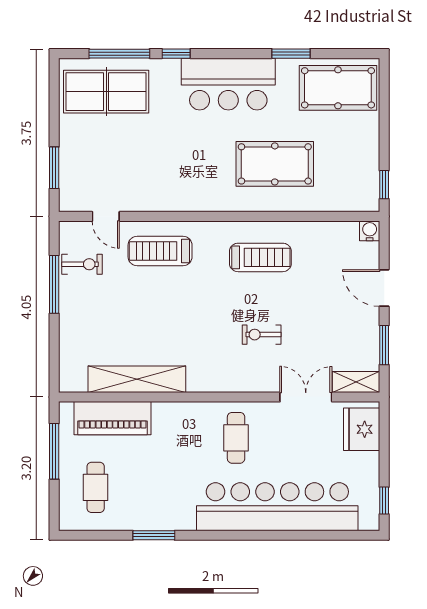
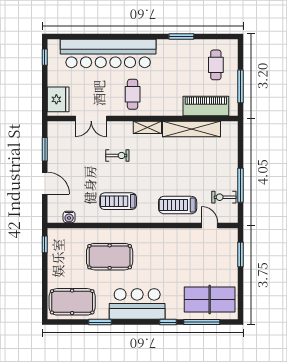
water cooler: (370, 231) -> (69, 217), moved
treadmill: (160, 251) -> (178, 205), turned 180
shelving: (356, 382) -> (147, 127), moved

